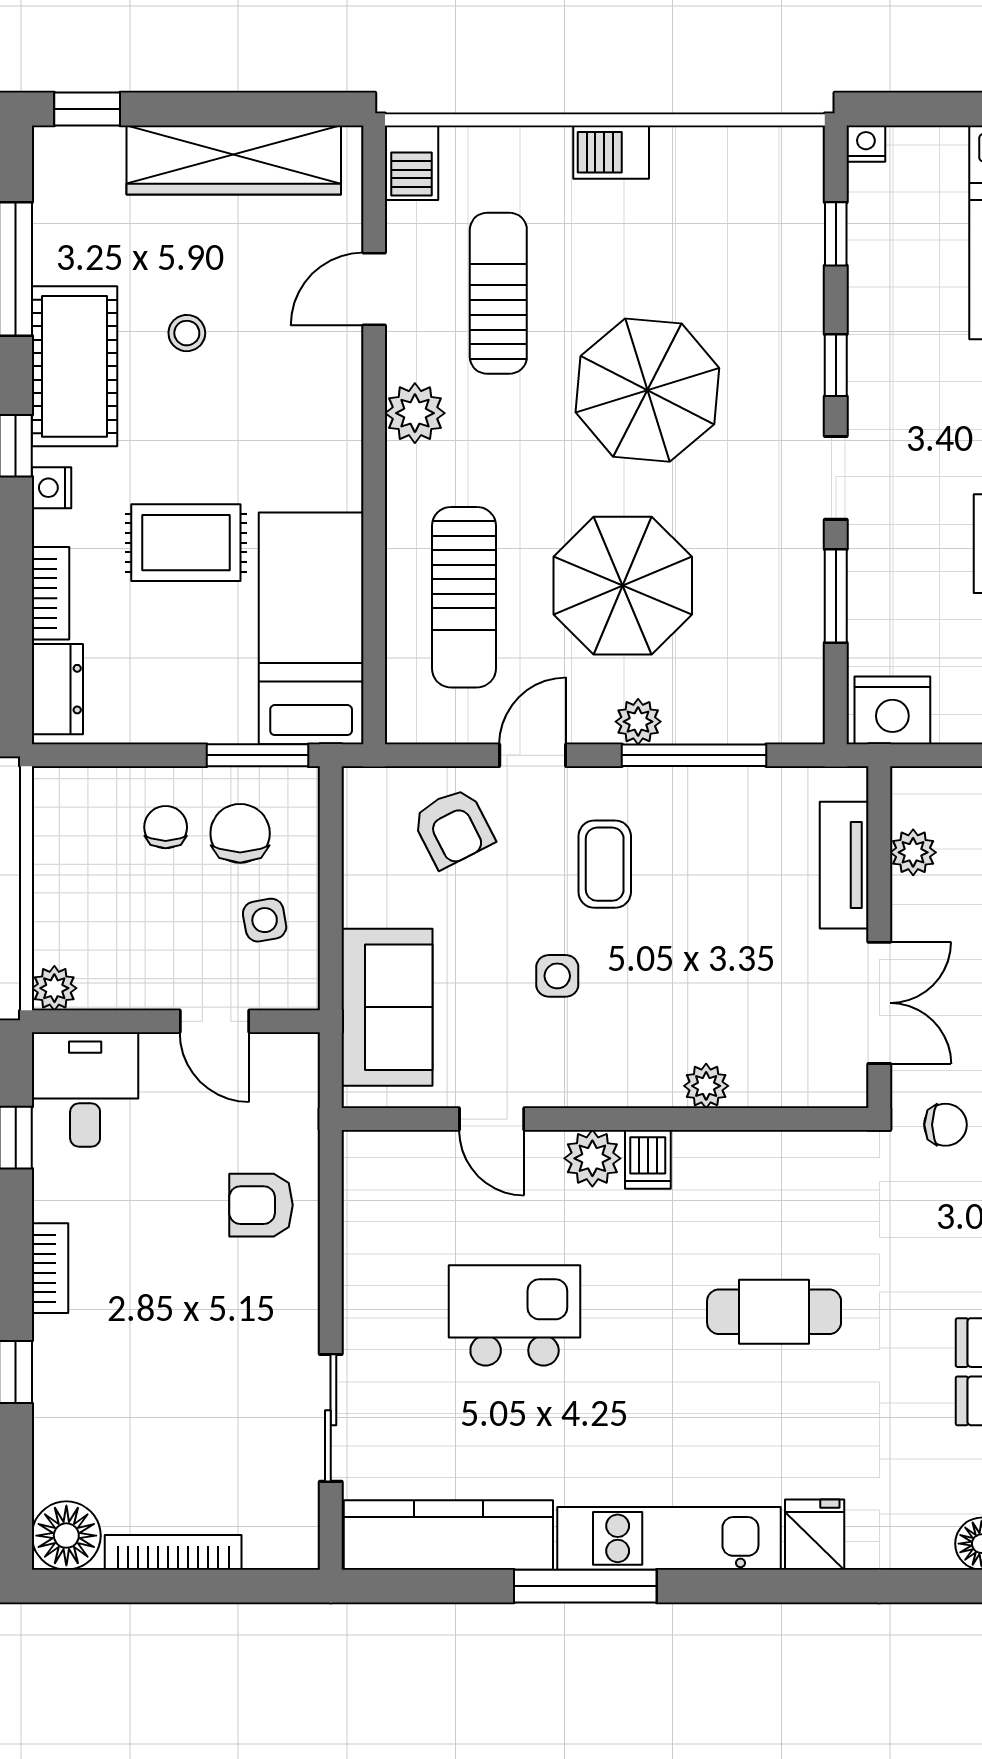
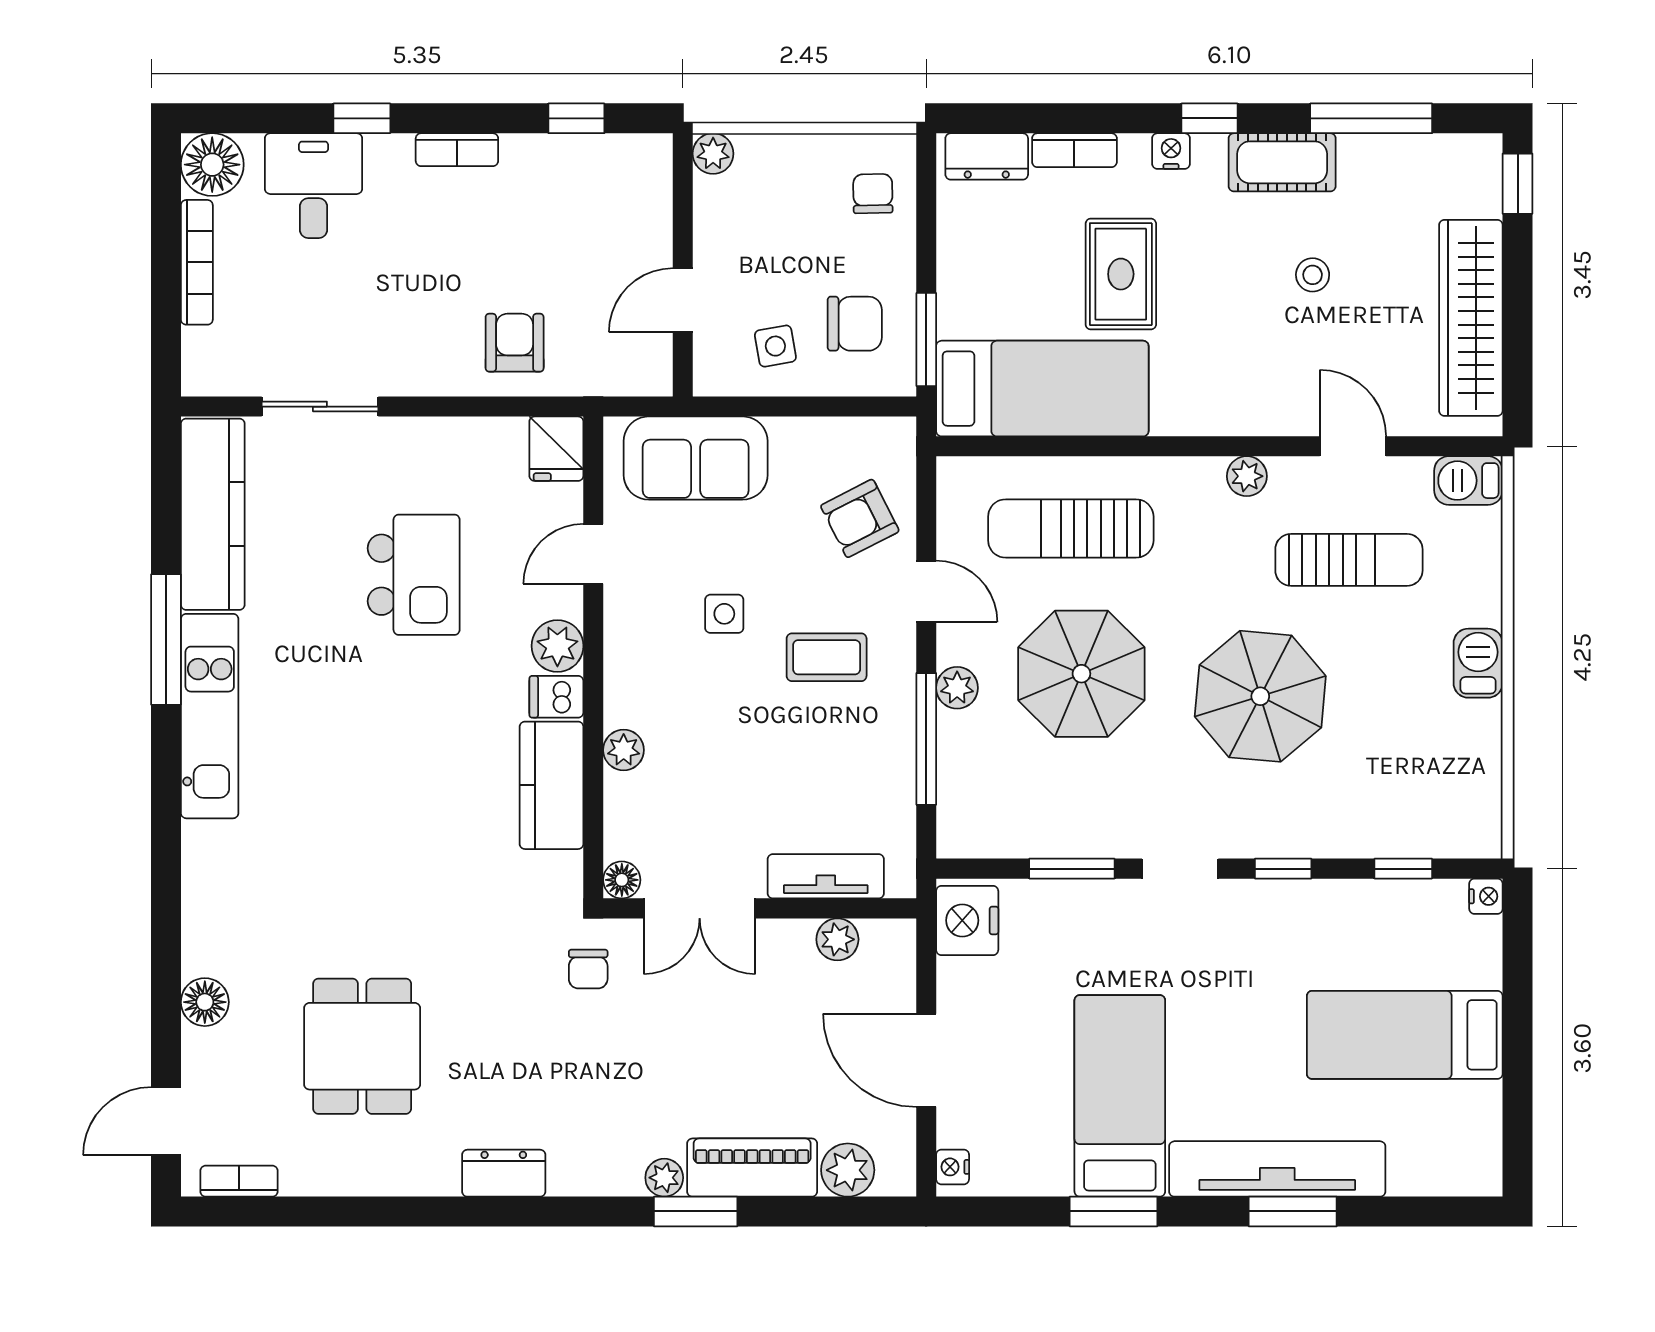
cot: (75, 366) -> (1282, 162), width x0.73, depth x0.75
plant: (415, 413) -> (1247, 476), width x0.73, depth x0.73
chair: (166, 827) -> (873, 194), moved, turned -91
floor lamp: (848, 1088) -> (622, 880), added
desk: (85, 1089) -> (314, 186), moved, turned -90
kitchen counter: (745, 1165) -> (551, 785), added
cafe table: (774, 1312) -> (417, 812), removed
fridge: (815, 1535) -> (556, 449), moved, turned 90

